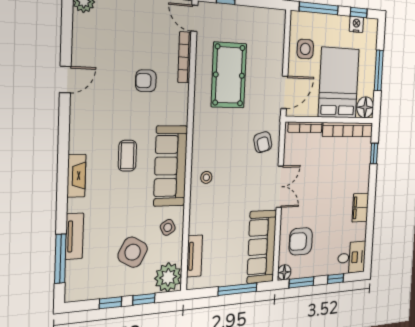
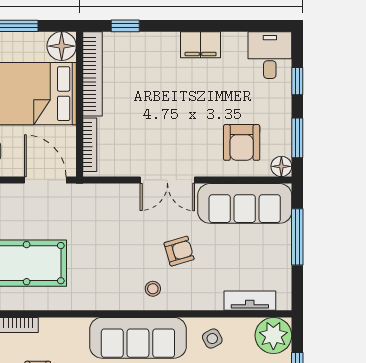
armchair: (263, 142) -> (179, 251), moved
double door: (280, 187) -> (167, 180), swing flipped

